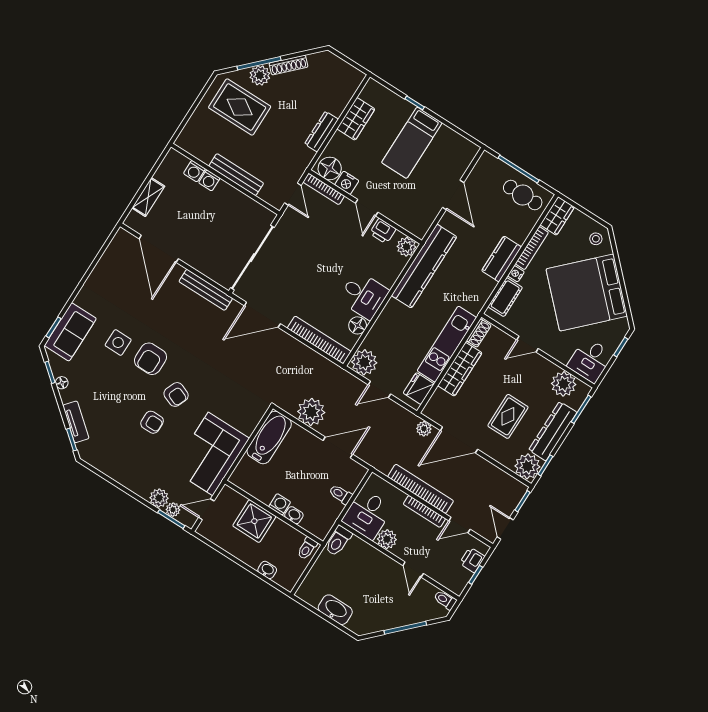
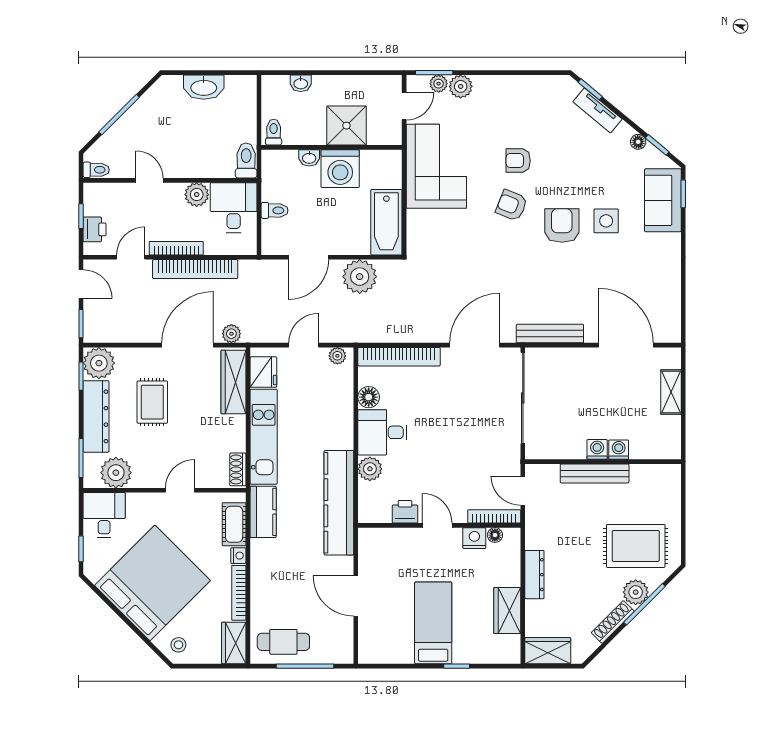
wardrobe: (346, 74) -> (548, 651), added
floor lamp: (330, 168) -> (495, 535), width x0.53, depth x0.53
washing machine: (194, 171) -> (597, 449), moved
plant: (406, 247) -> (370, 469), moved
kitchen counter: (502, 259) -> (263, 512), moved
plant: (364, 362) -> (337, 356), width x0.53, depth x0.53
wardrobe: (460, 369) -> (233, 382), moved
washing machine: (280, 504) -> (340, 169), width x1.89, depth x1.89

